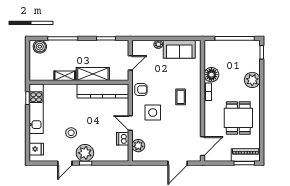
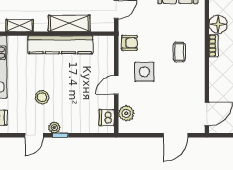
shelving: (65, 76) -> (20, 26), moved
kitchen counter: (103, 91) -> (60, 45), moved
door: (130, 123) -> (116, 85), hinge flipped
dishwasher: (123, 139) -> (107, 117), moved
plant: (85, 153) -> (54, 127), width x0.53, depth x0.53

